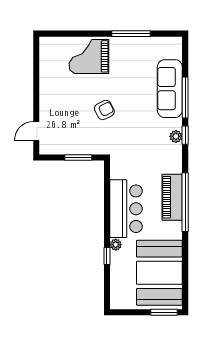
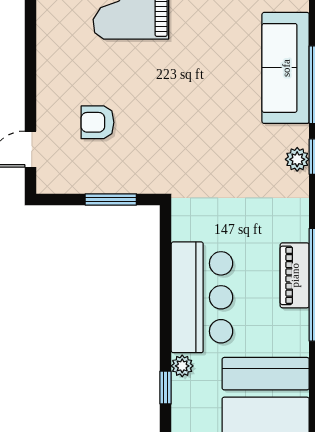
armchair: (104, 110) -> (97, 122), moved, turned -153
piano: (172, 197) -> (295, 275), width x0.73, depth x0.75

